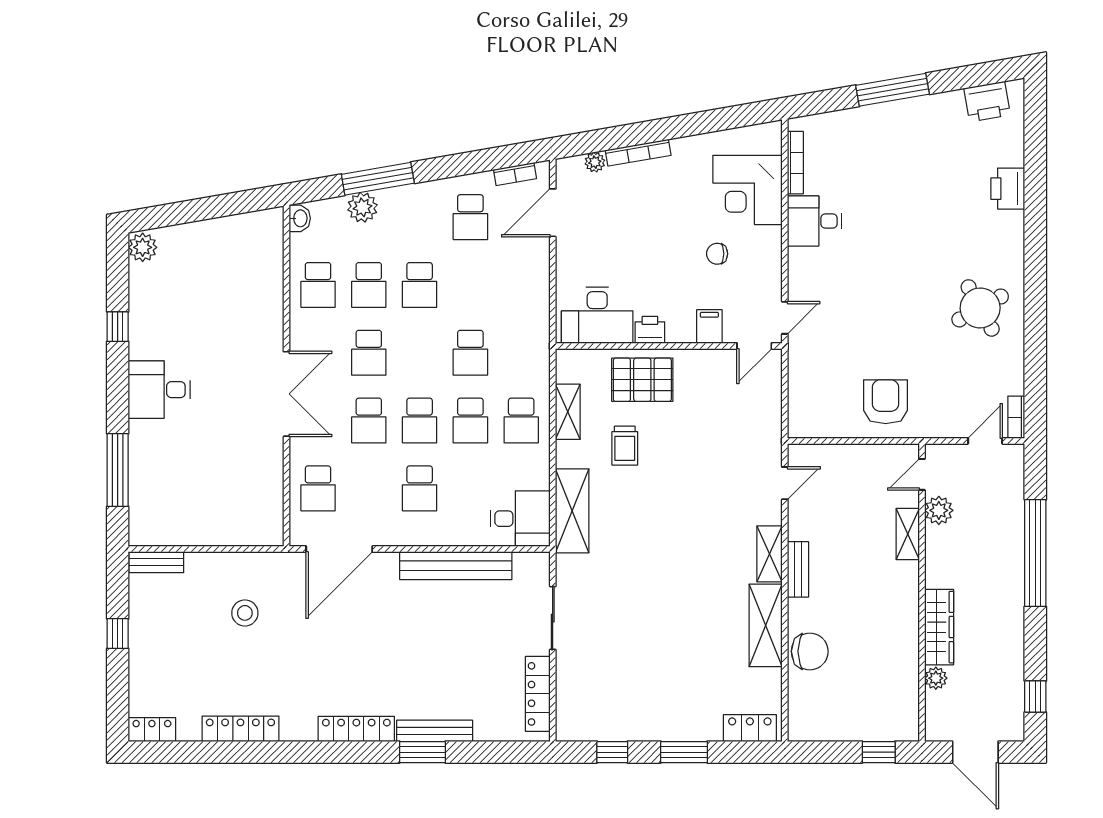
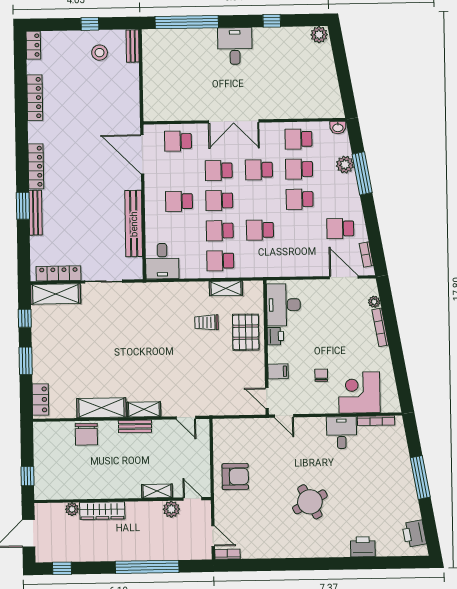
round table: (980, 308) -> (310, 502), moved
window: (118, 470) -> (187, 22), width x1.46
shelving: (572, 511) -> (55, 294), moved
stool: (245, 613) -> (100, 53), moved

